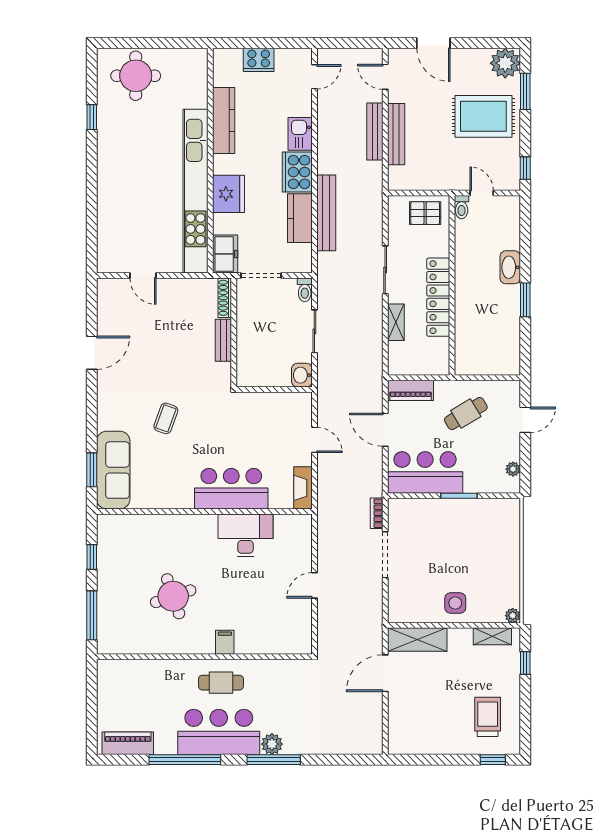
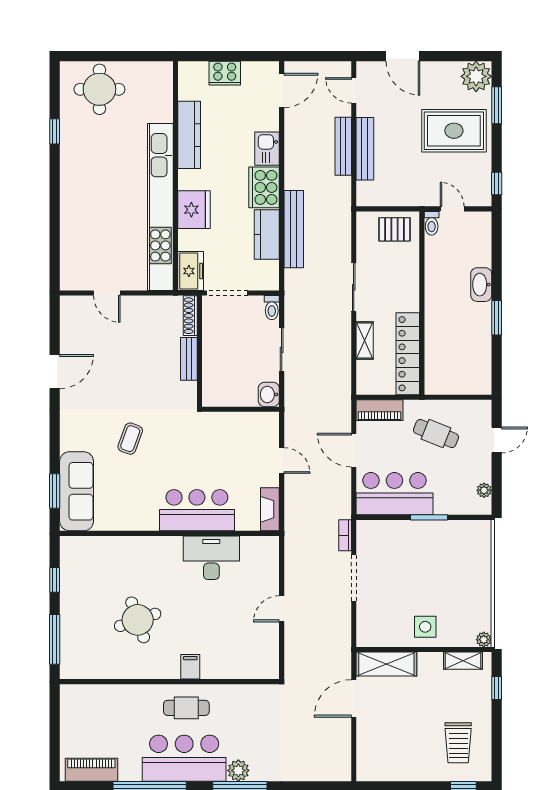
door: (314, 77) -> (282, 90), width x1.38
locker: (438, 297) -> (408, 354), moved
cafe table: (466, 413) -> (436, 434), turned 53
trolley: (488, 717) -> (458, 743), turned 180

